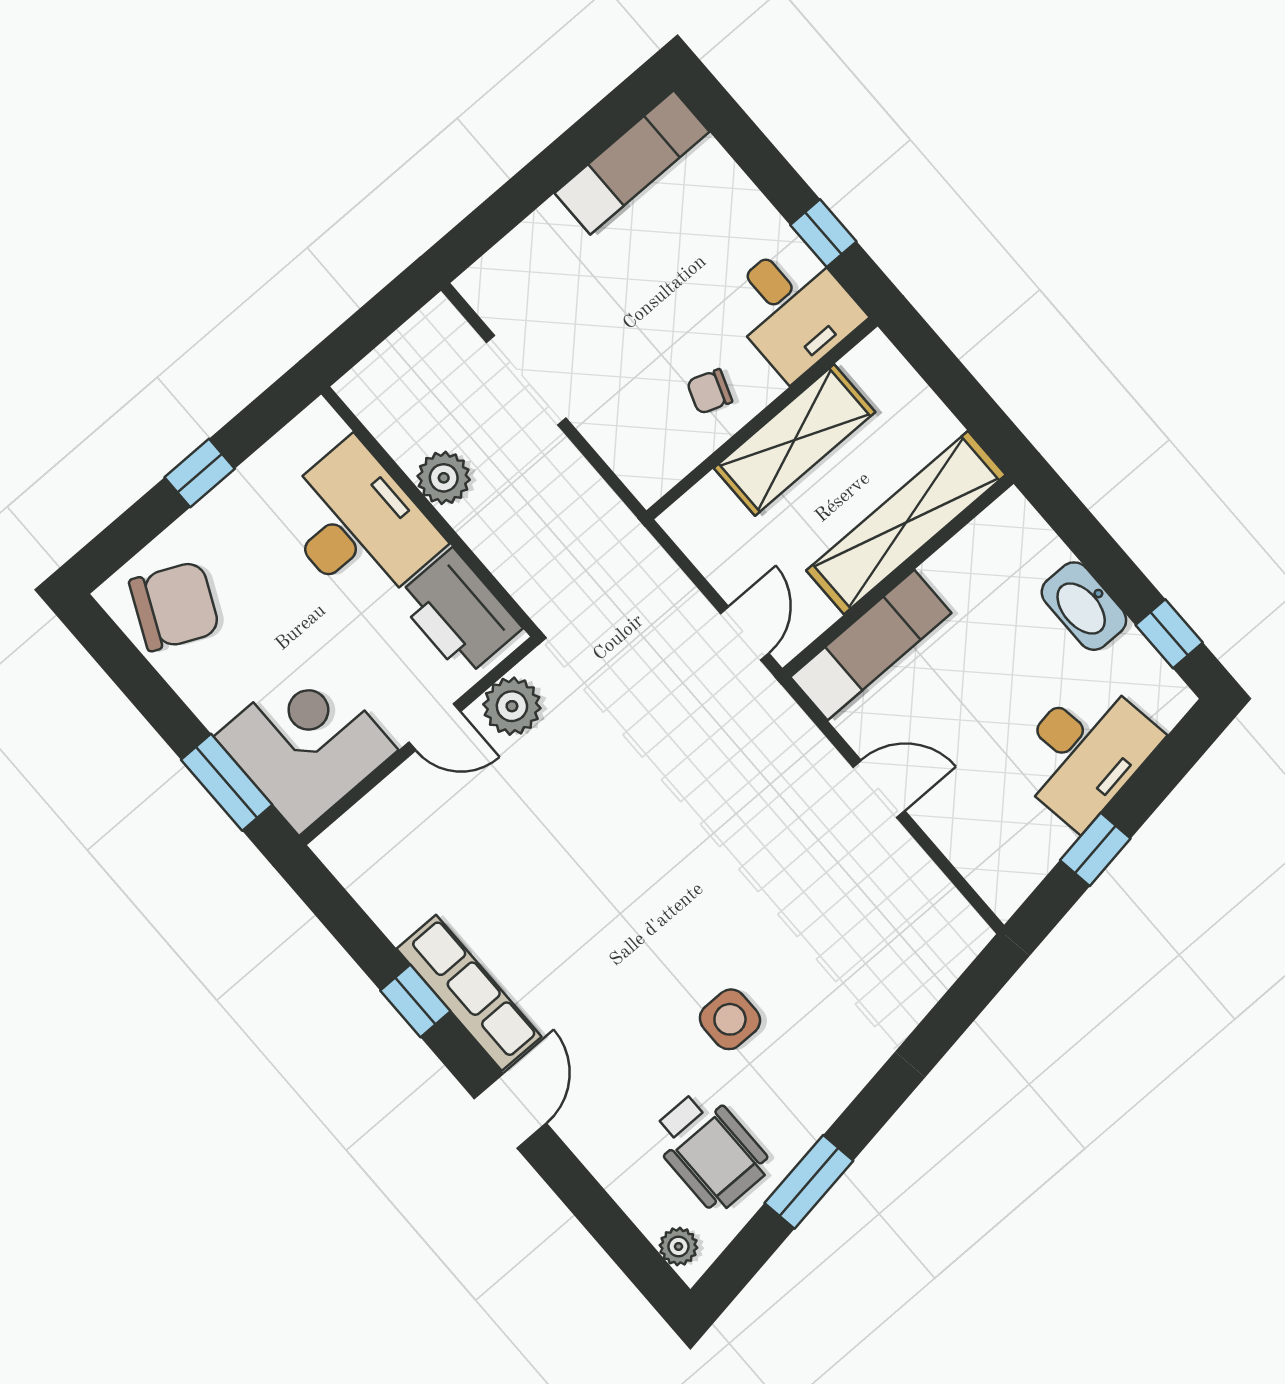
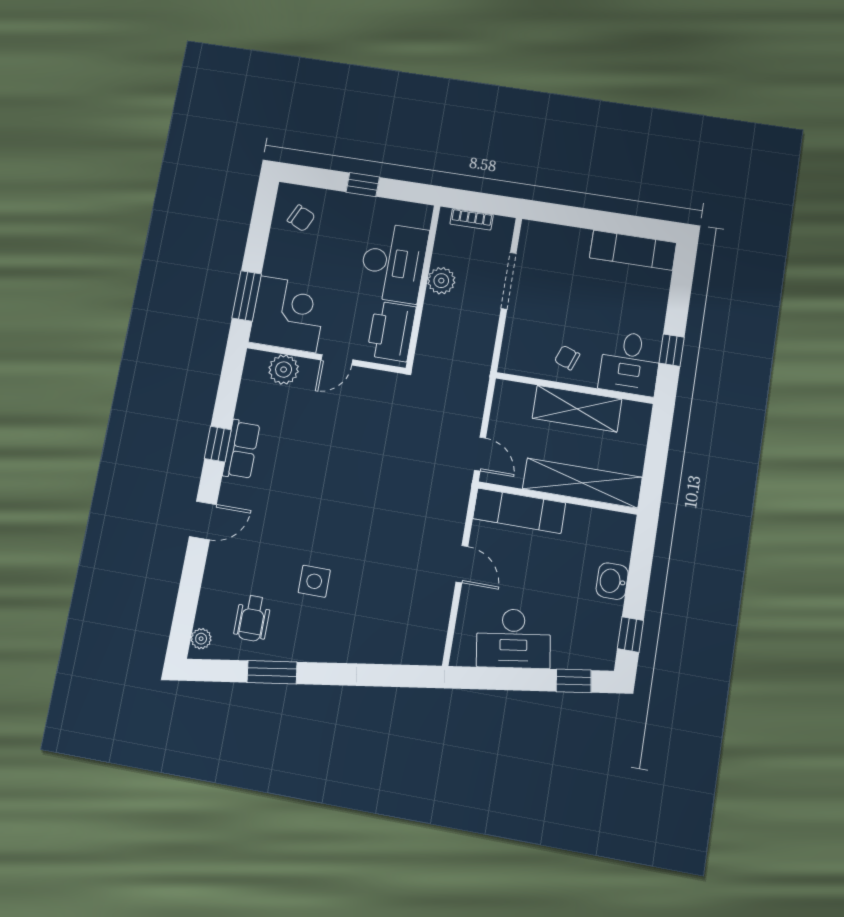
bookcase: (389, 357) -> (472, 219), added
chair: (175, 606) -> (301, 218), width x0.54, depth x0.54
washbasin: (1084, 606) -> (612, 581), width x0.72
door: (745, 633) -> (480, 454), hinge flipped
plant: (512, 706) -> (284, 370), moved
door: (435, 727) -> (337, 360), hinge flipped
desk: (1085, 751) -> (513, 639), moved
window: (1095, 849) -> (574, 681), moved
row of seats: (469, 993) -> (241, 450), width x0.68
wheelchair: (710, 1150) -> (252, 618), width x0.73, depth x0.73

